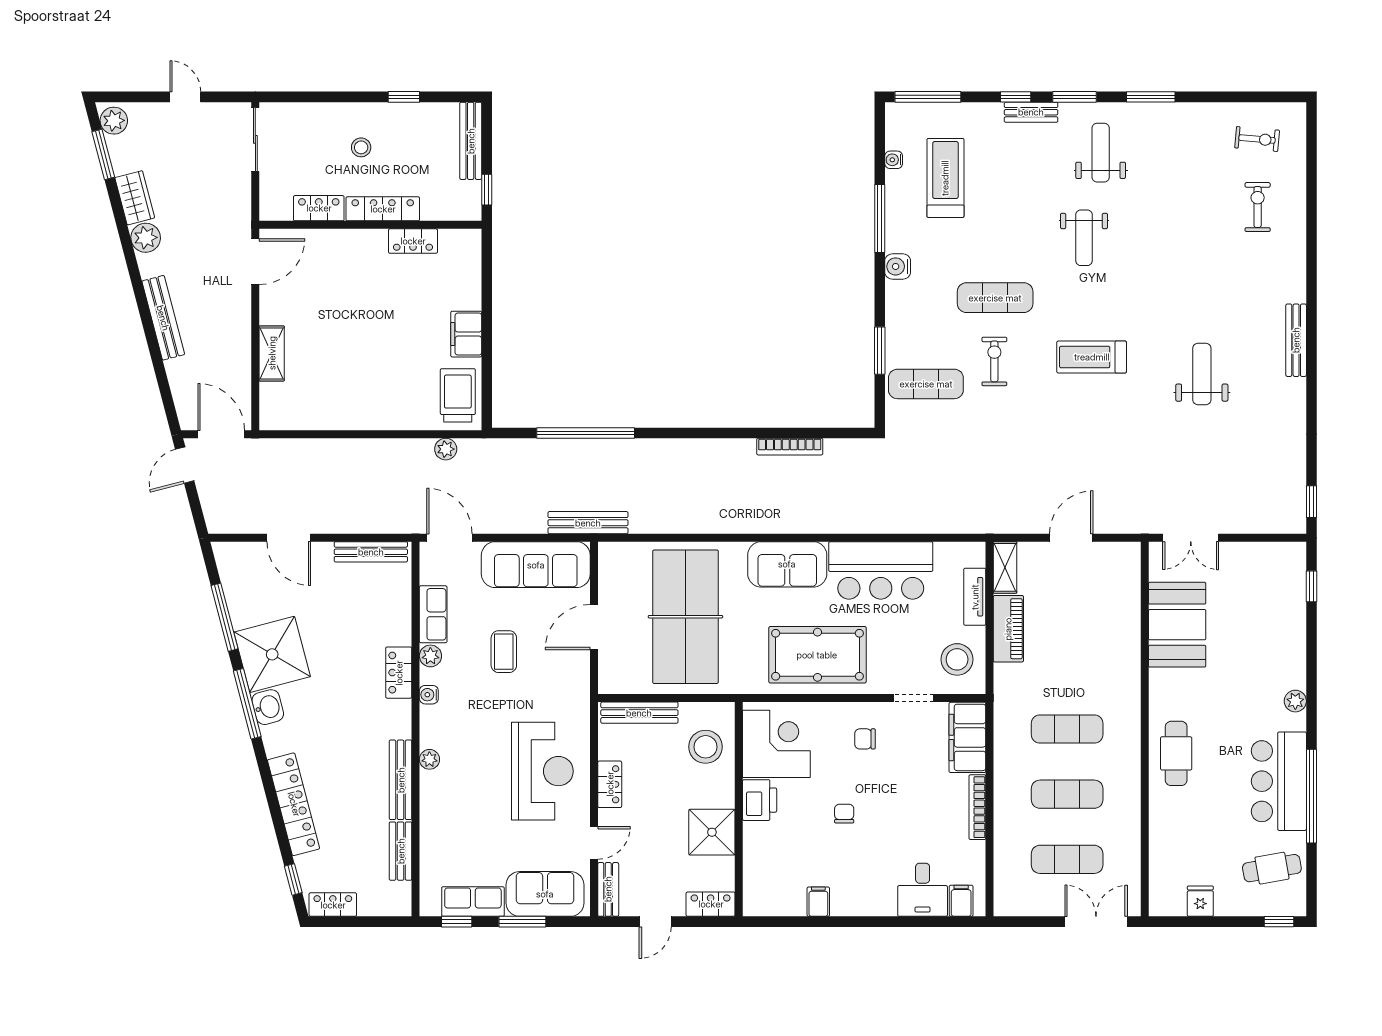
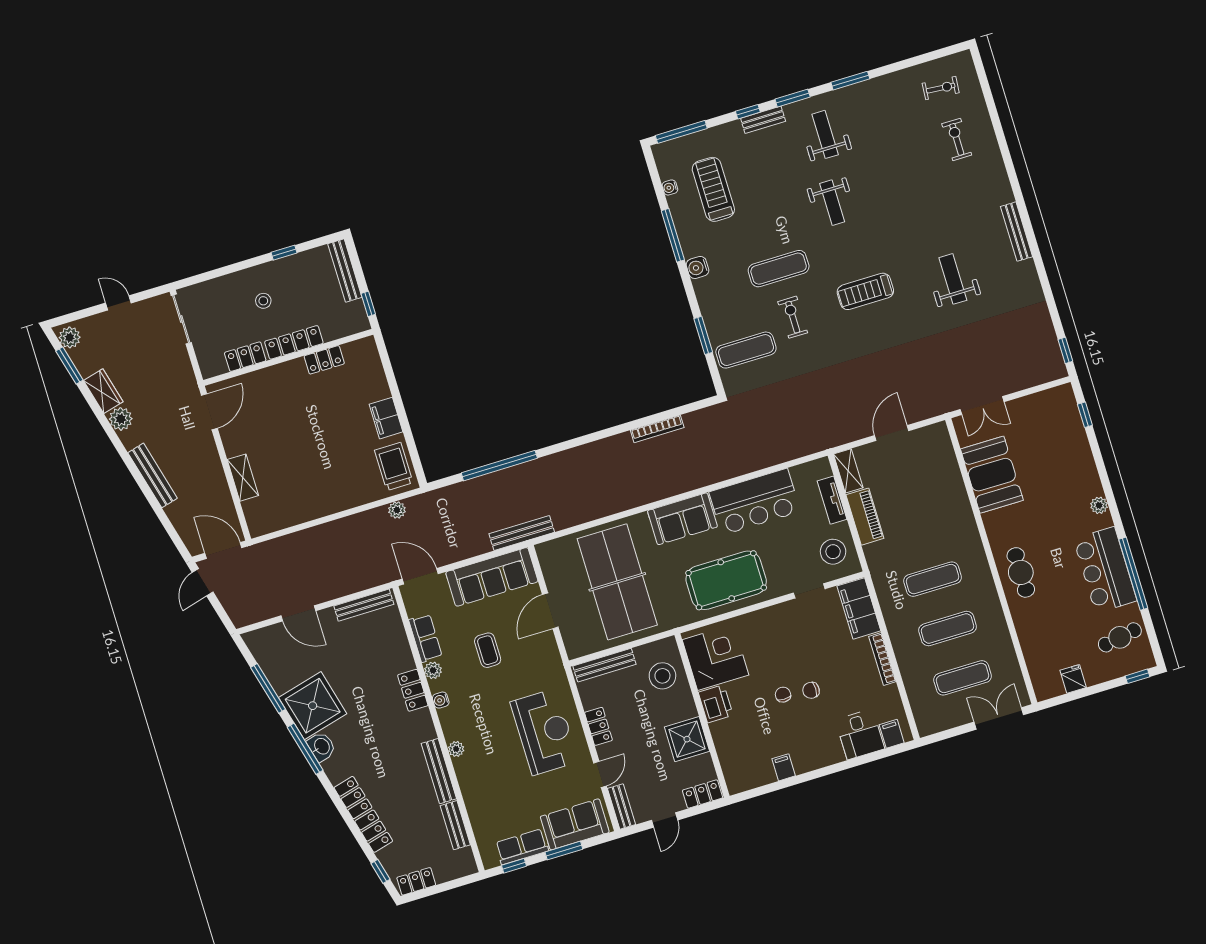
chair: (865, 739) -> (811, 690), moved

